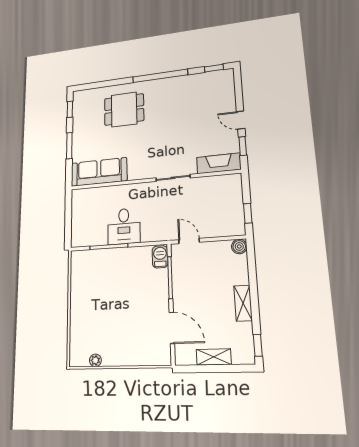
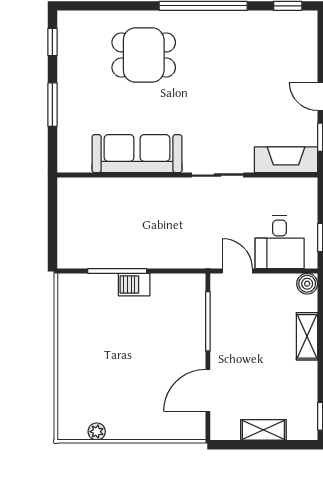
sofa: (99, 172) -> (137, 154), moved
desk: (124, 226) -> (280, 242), moved
barbecue: (160, 257) -> (134, 285), moved, turned -90
shelving: (243, 303) -> (307, 336), moved
door: (172, 328) -> (208, 390), swing flipped

